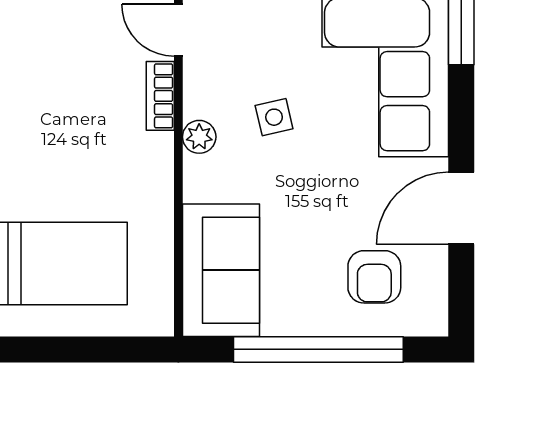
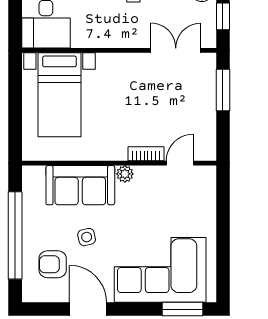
side table: (274, 117) -> (87, 237), moved
sofa: (221, 270) -> (80, 185), moved

